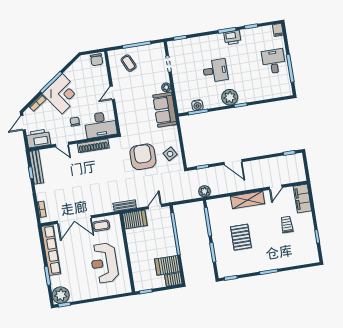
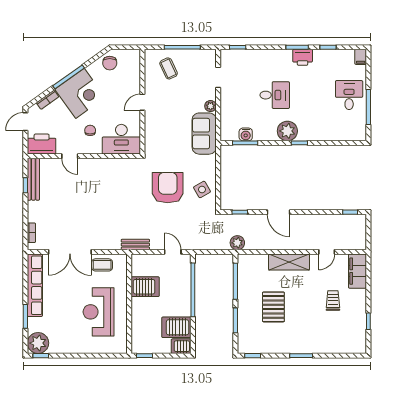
chair: (97, 60) -> (110, 63), moved
shoe rack: (93, 146) -> (108, 164), removed
door: (155, 207) -> (173, 252), hinge flipped
server rack: (135, 219) -> (145, 287), moved

